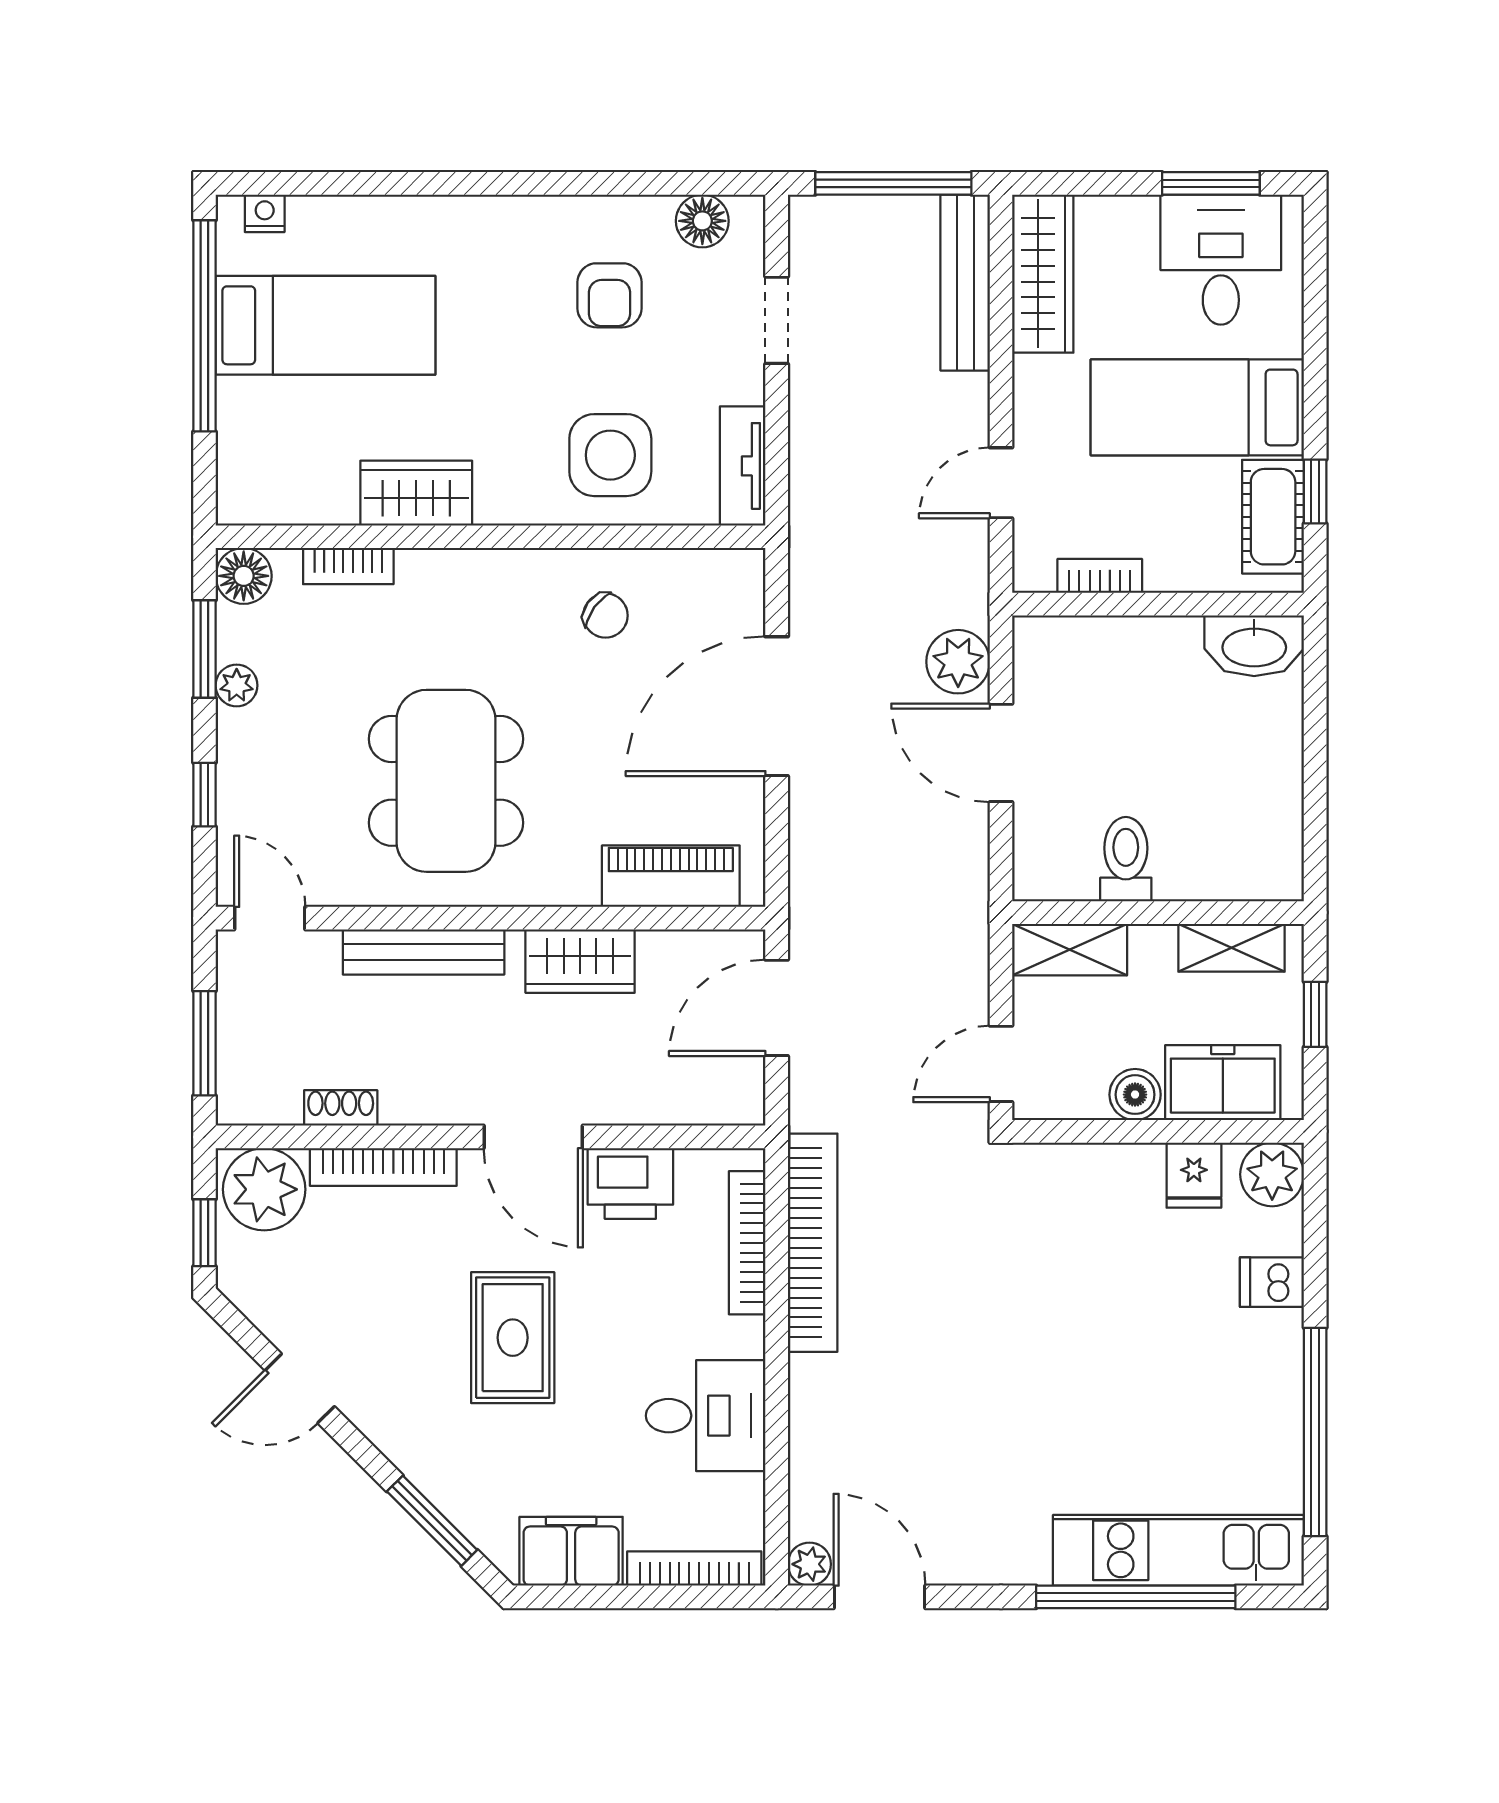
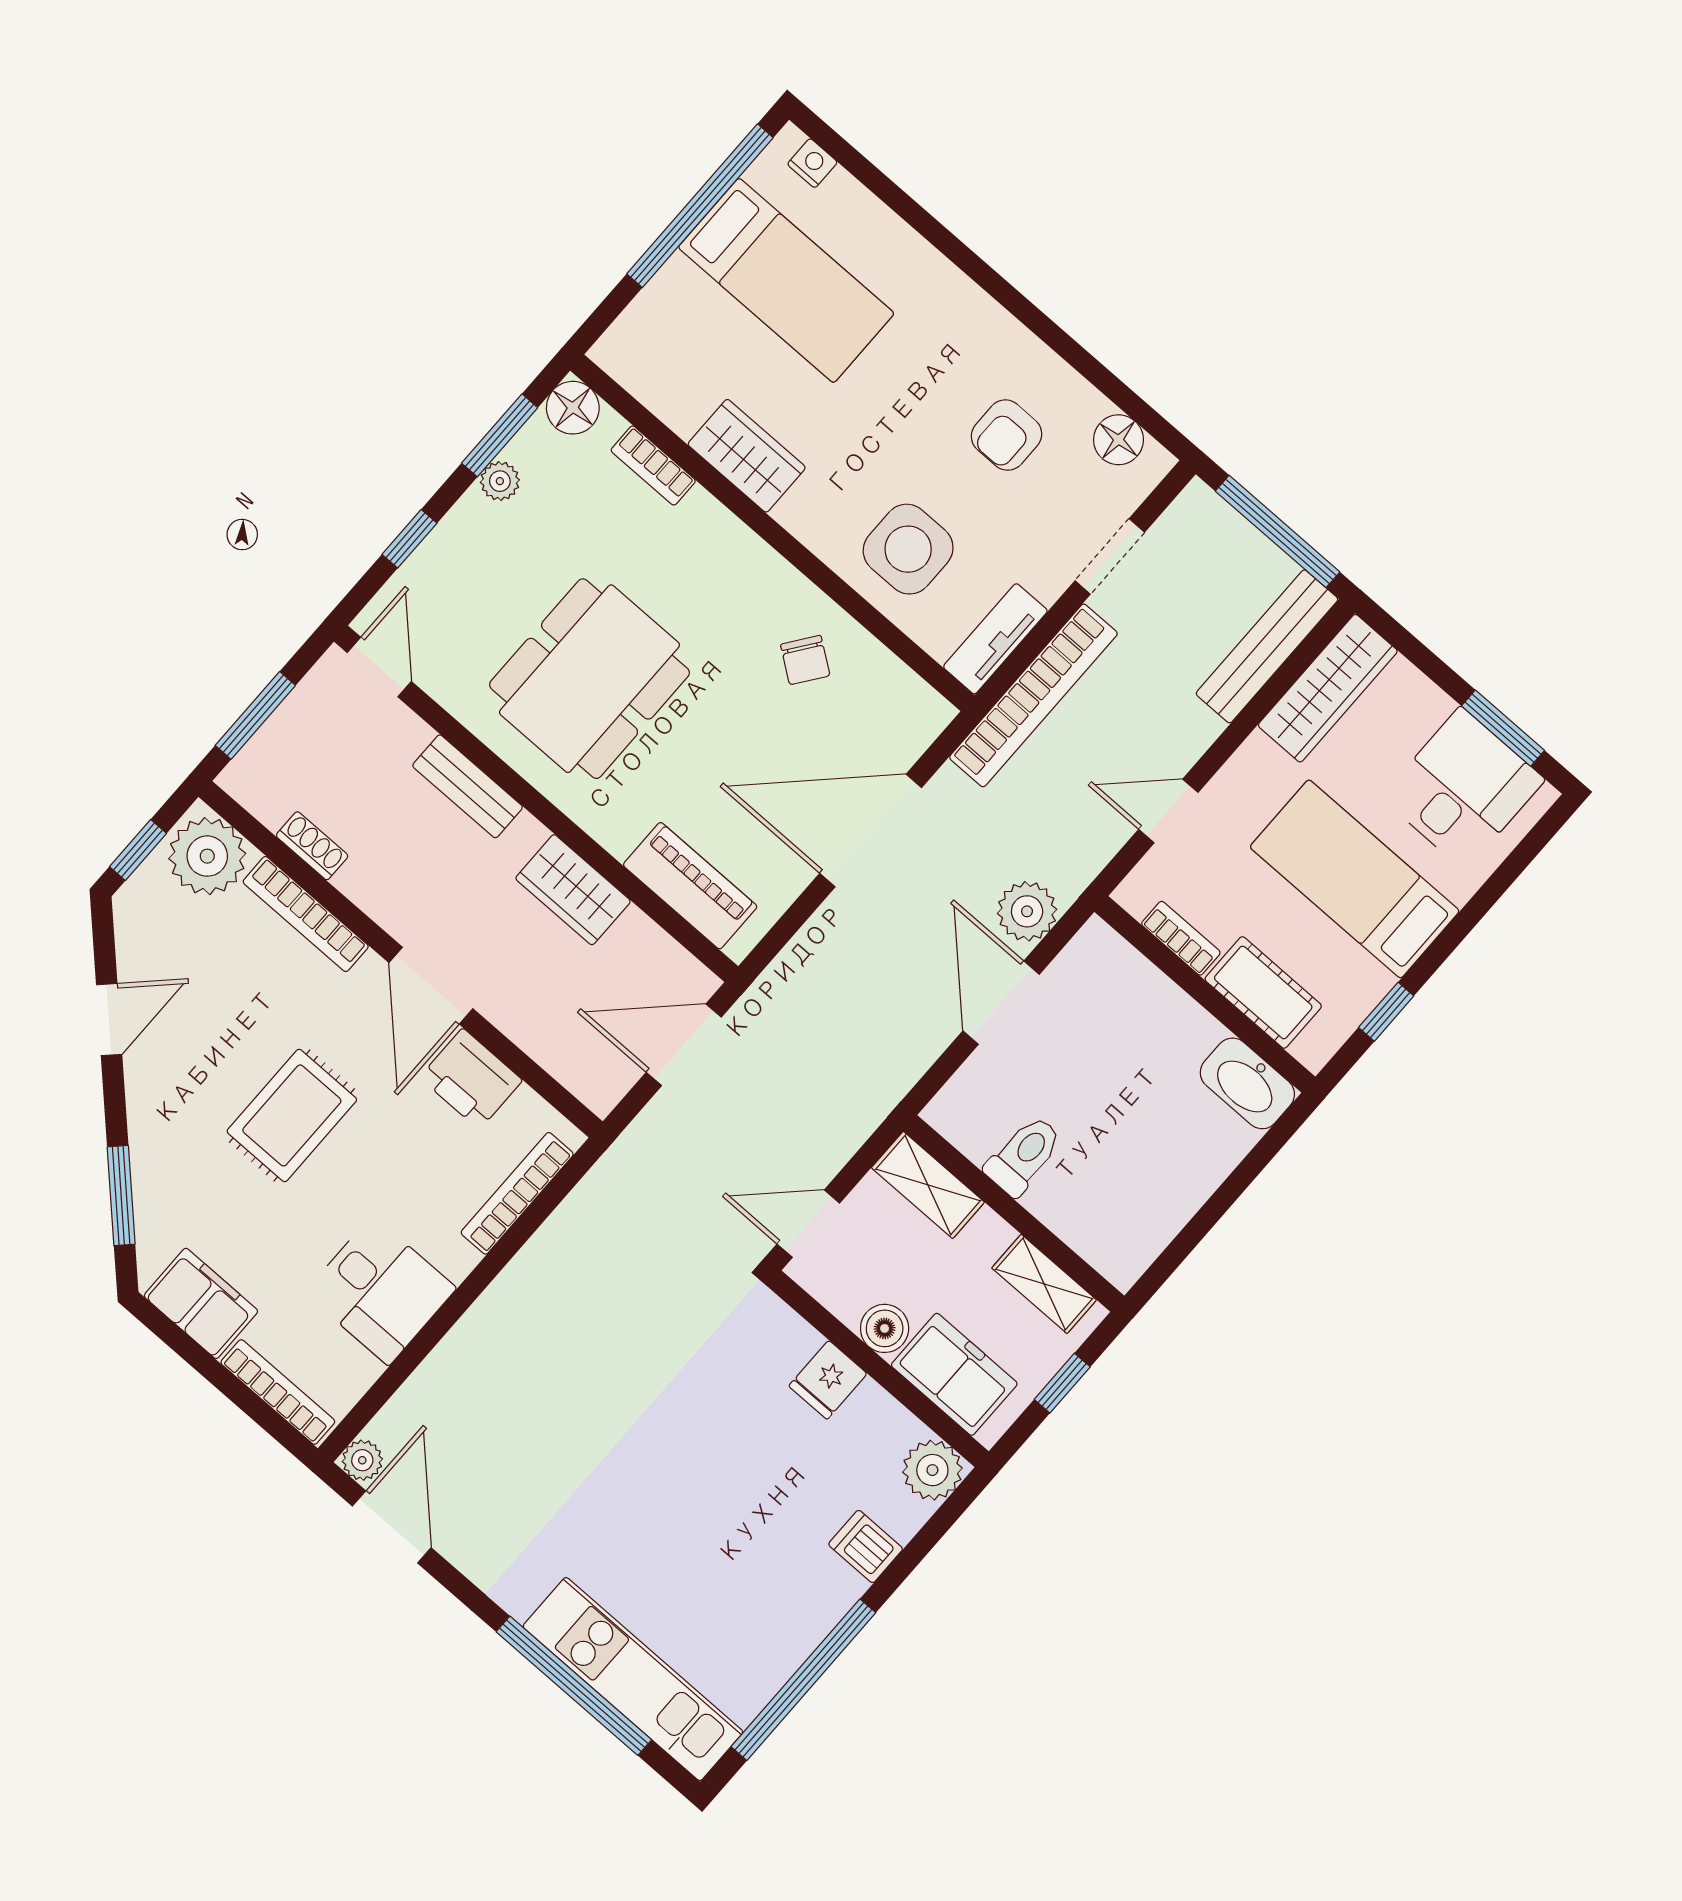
cot: (1273, 517) -> (1263, 992), moved, turned 90
bench: (424, 952) -> (468, 786), width x0.73
fridge: (1194, 1175) -> (828, 1380), moved
bookcase: (813, 1243) -> (1033, 695), moved
door: (300, 1388) -> (109, 1020), swing flipped

